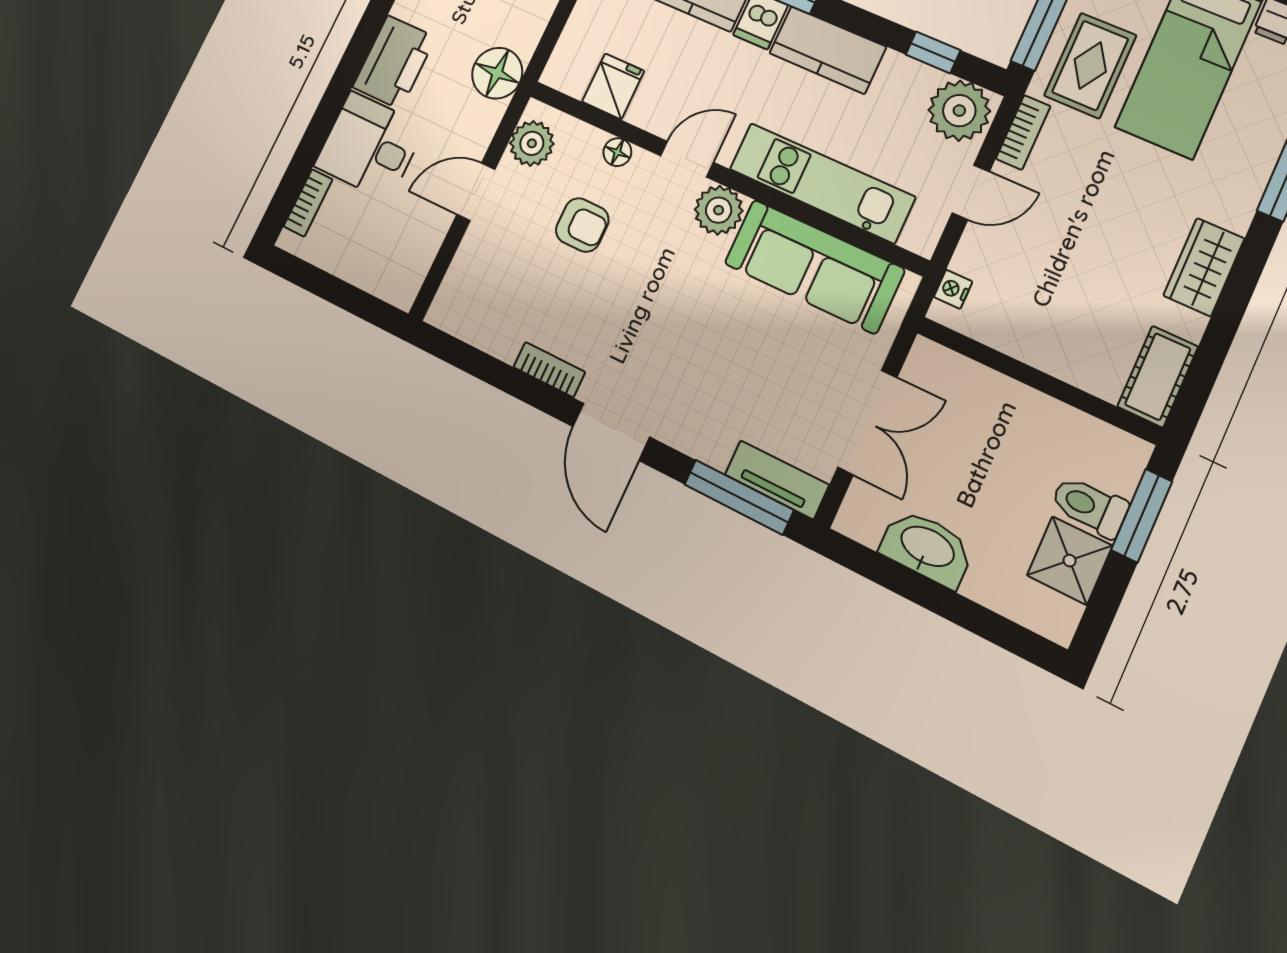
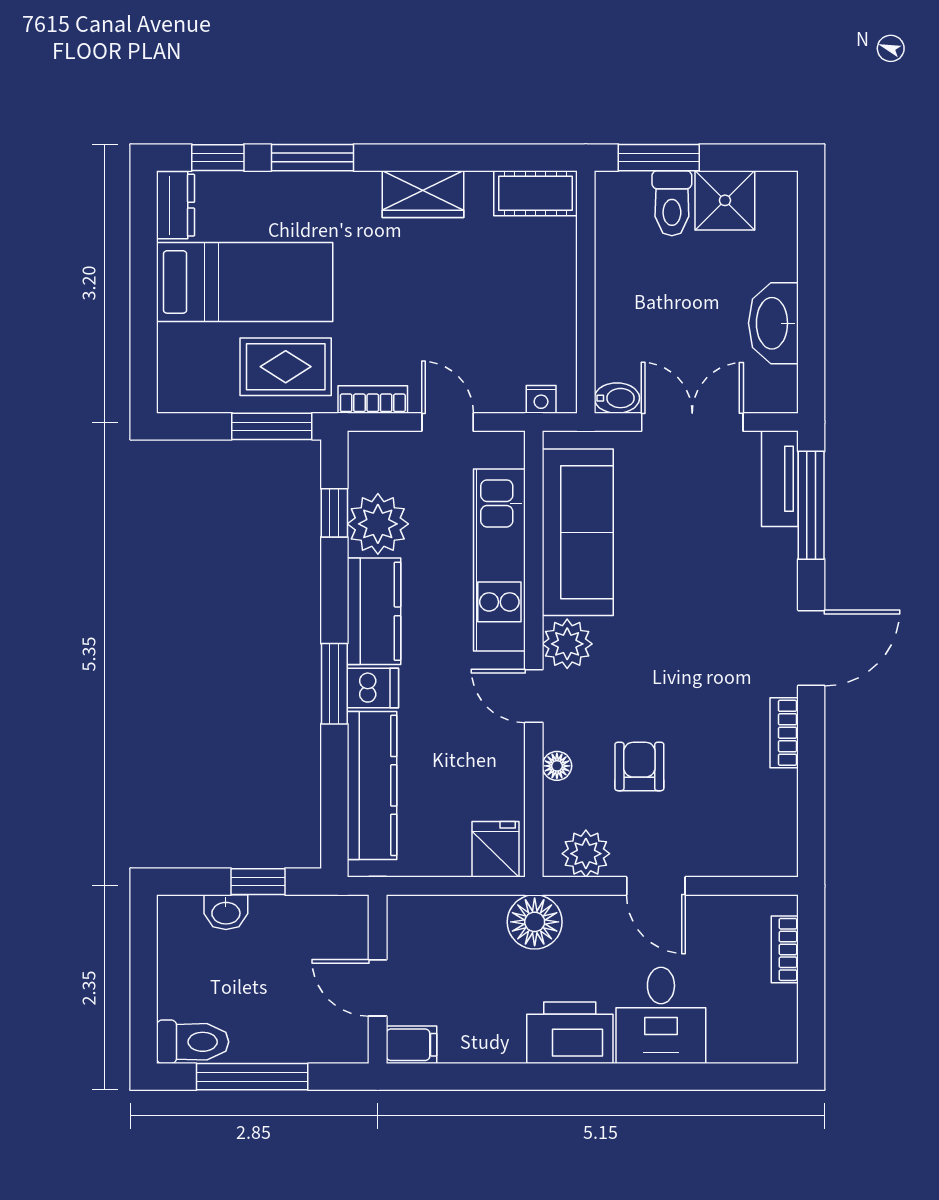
fridge: (613, 86) -> (495, 849), moved, turned 90
plant: (959, 111) -> (378, 524), moved
bookcase: (308, 203) -> (785, 949), moved, turned -90
bidet: (922, 362) -> (617, 398), added

